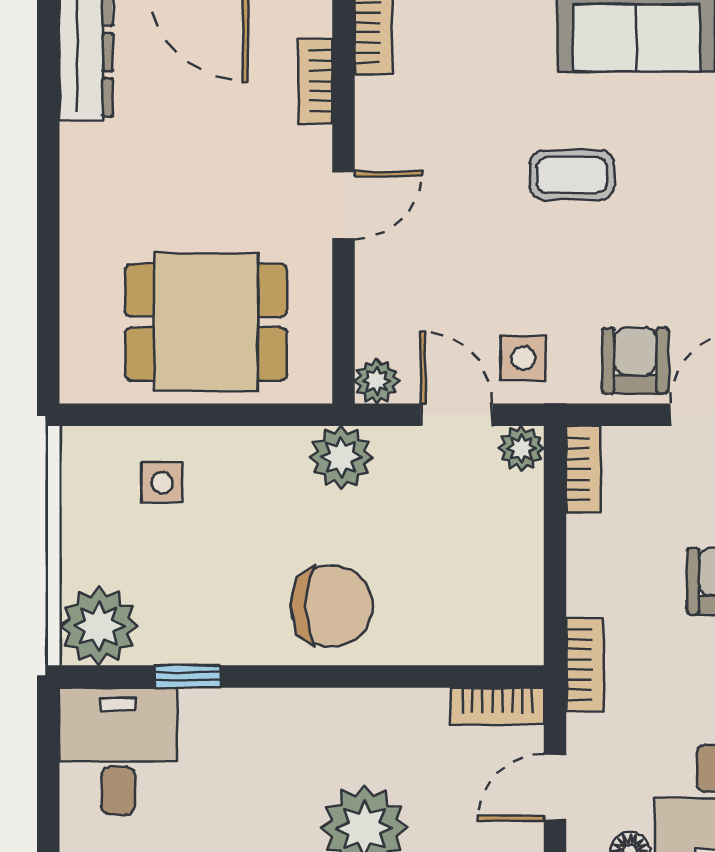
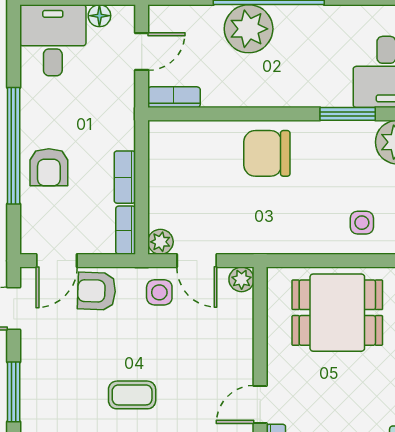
door: (343, 205) -> (260, 404), moved
armchair: (635, 360) -> (97, 291), turned 92
plant: (341, 457) -> (261, 237), removed
bookcase: (585, 664) -> (125, 177), moved
window: (188, 676) -> (348, 114), width x1.50

